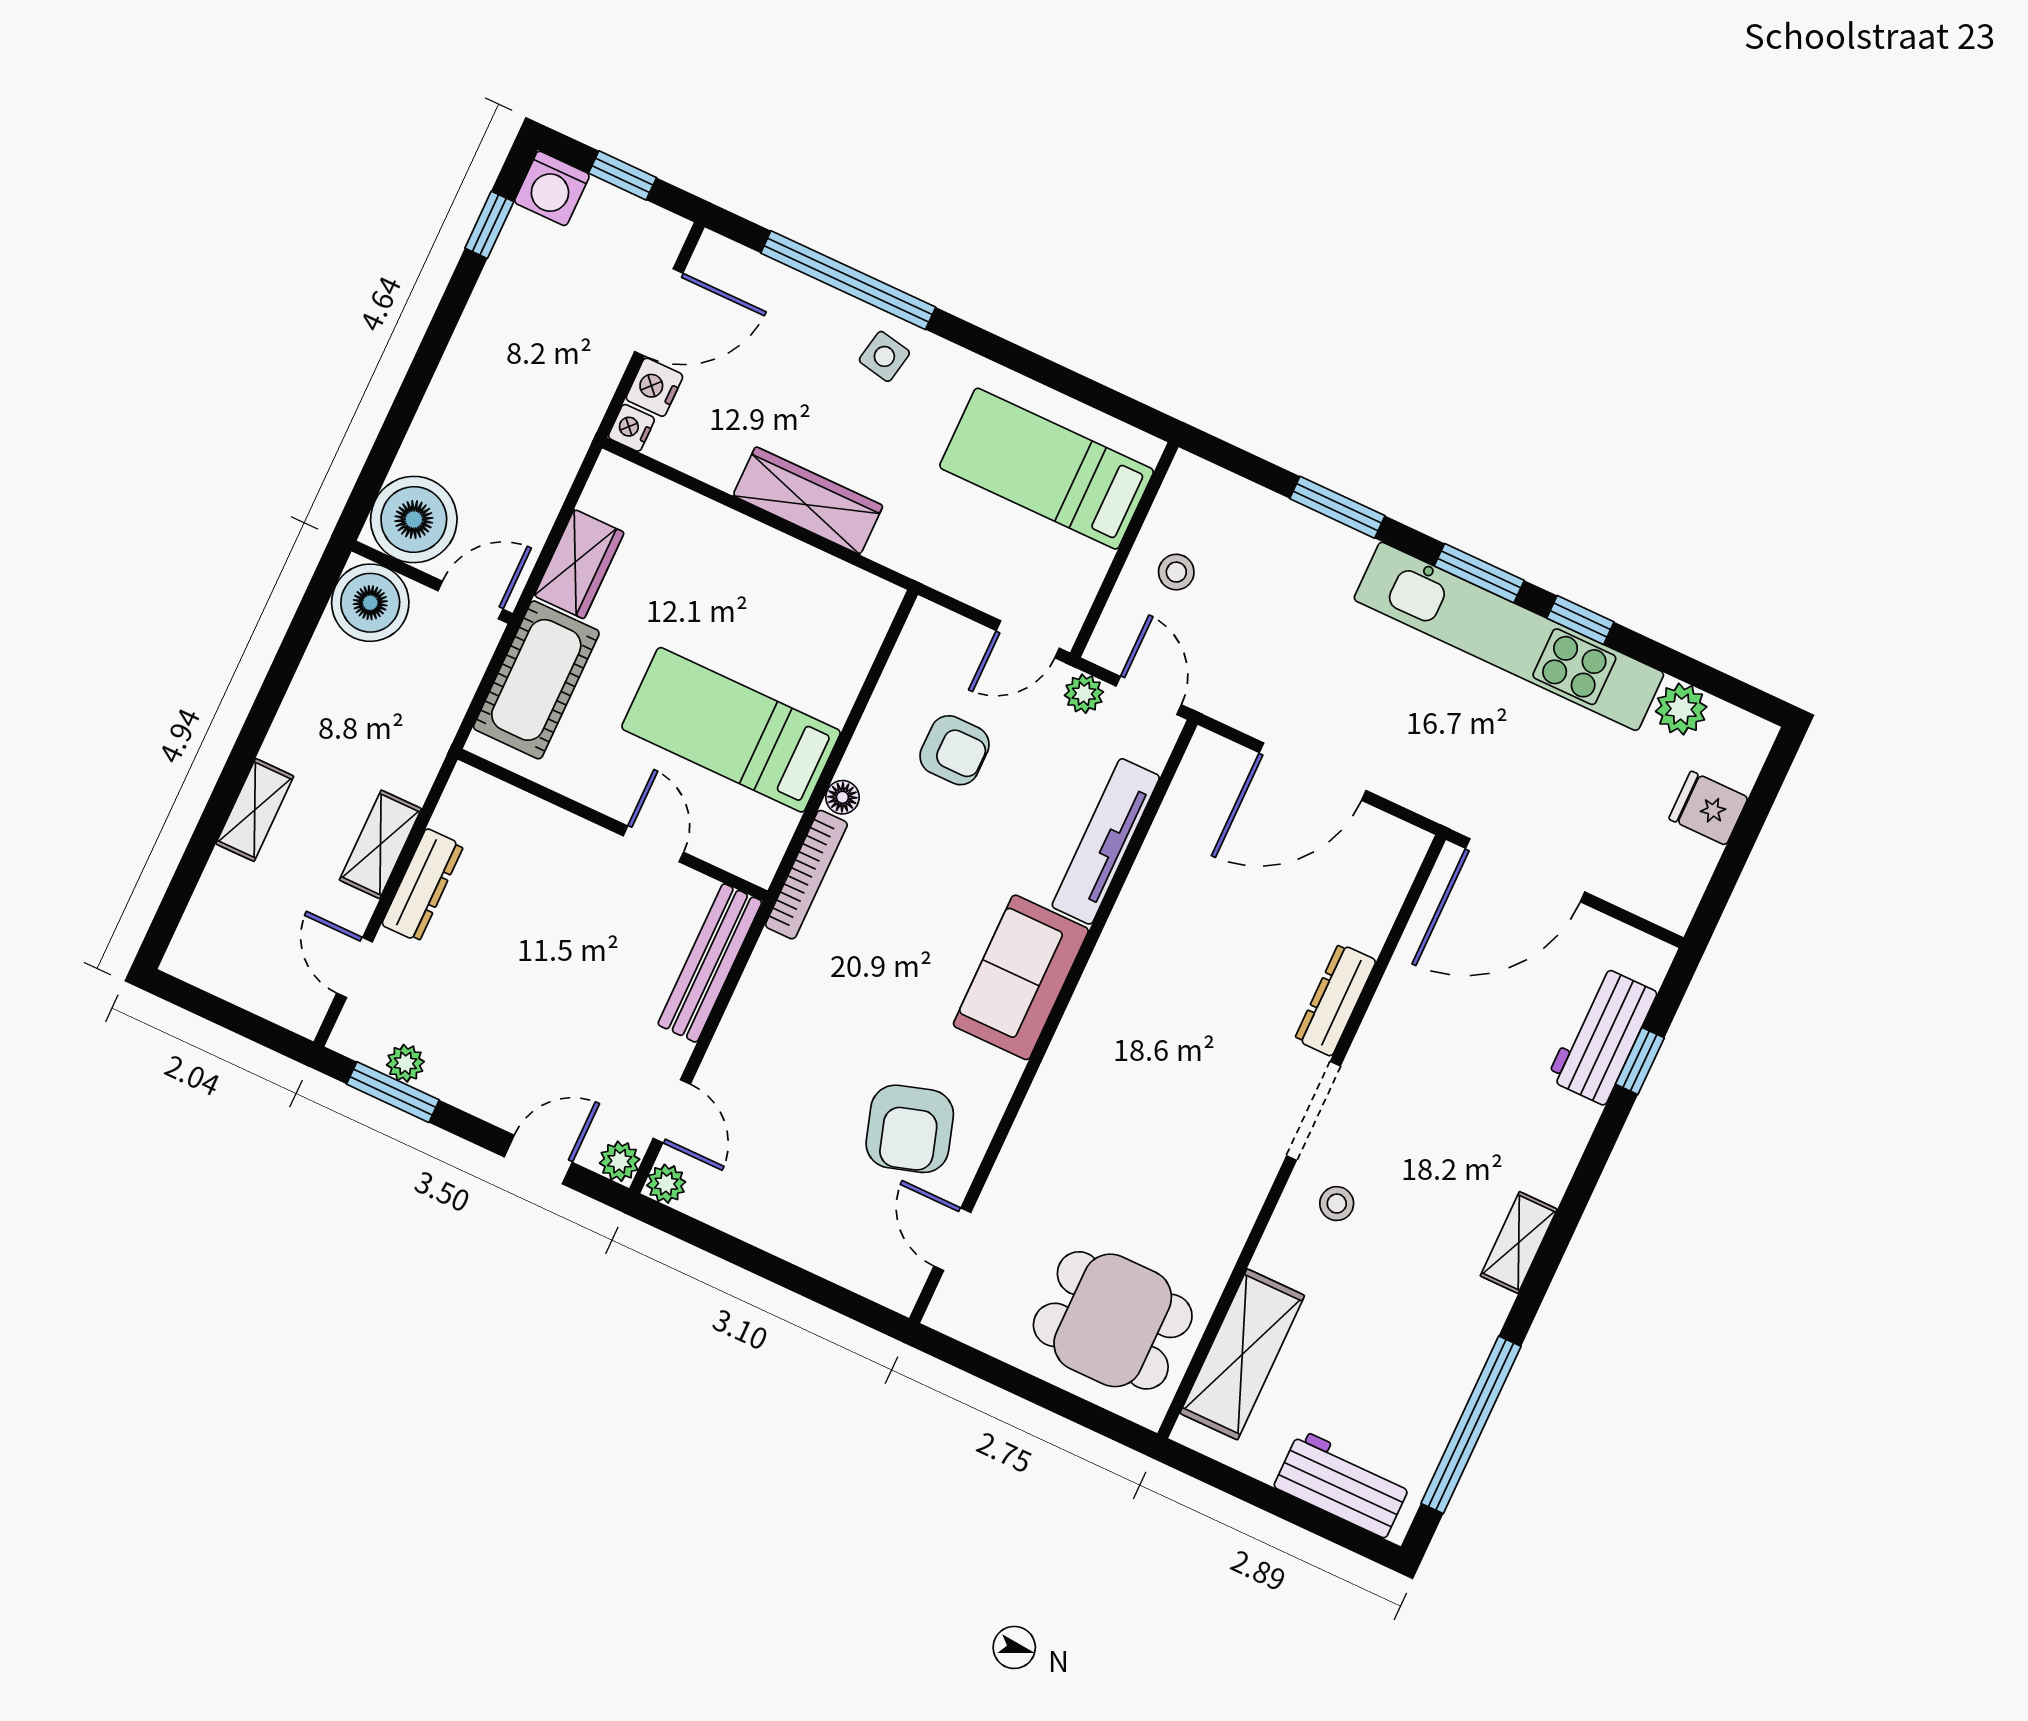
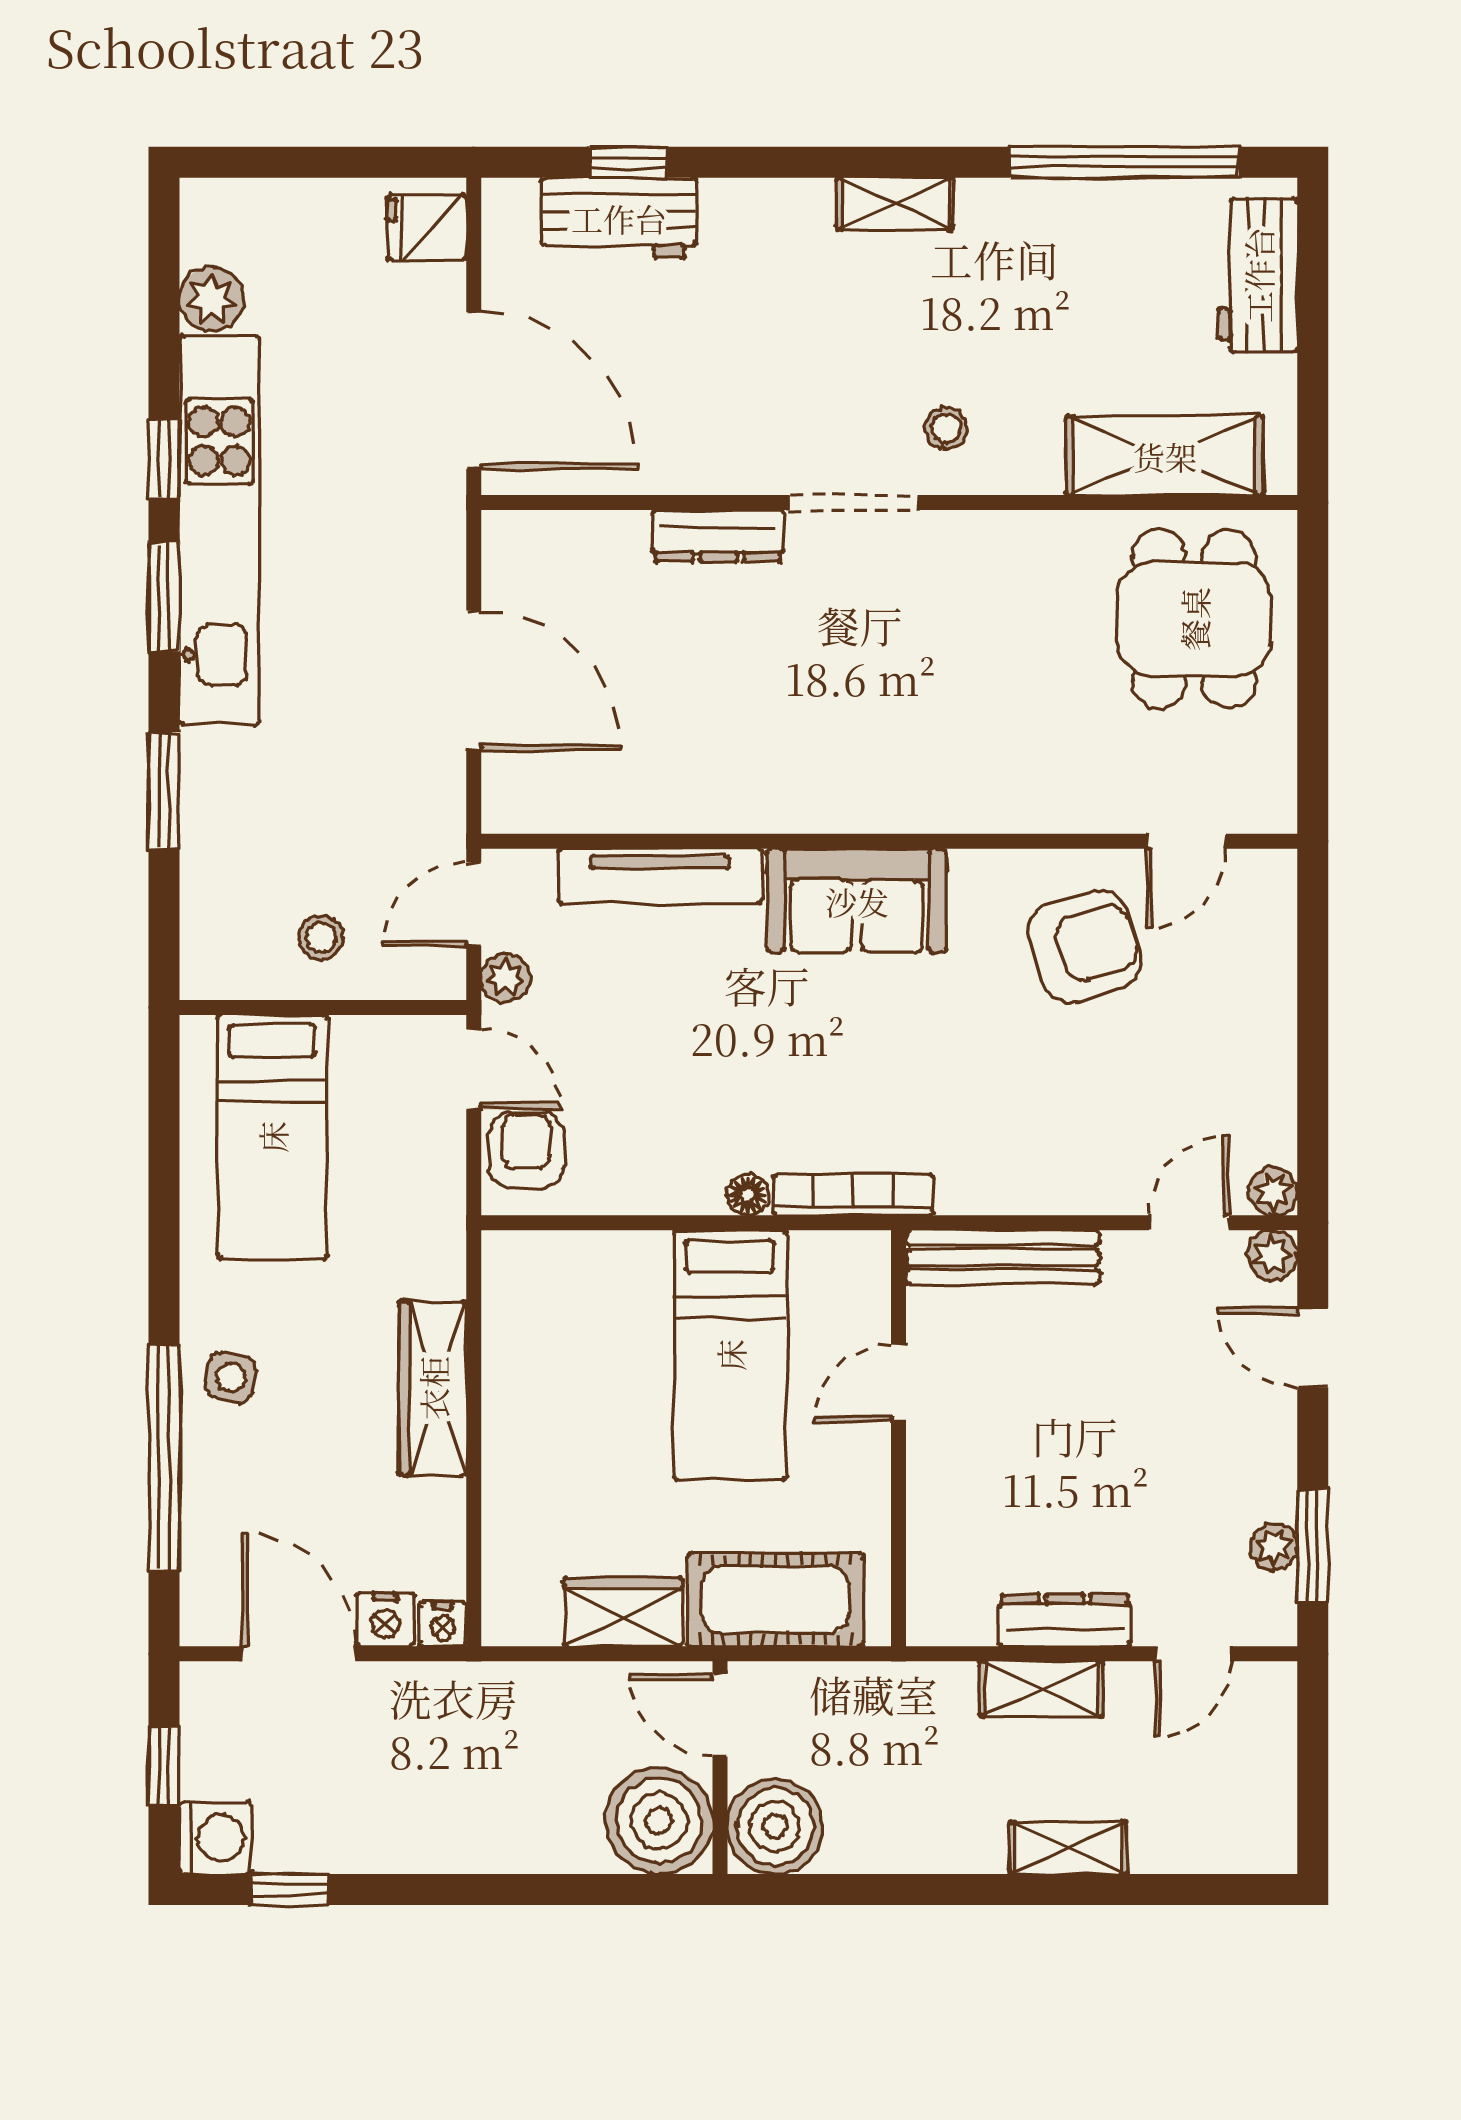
armchair: (955, 750) -> (526, 1150), moved
fridge: (1708, 808) -> (427, 227), moved, turned 90

